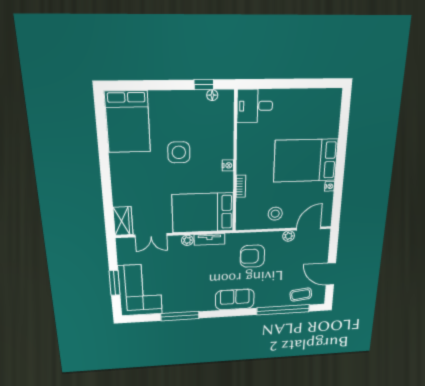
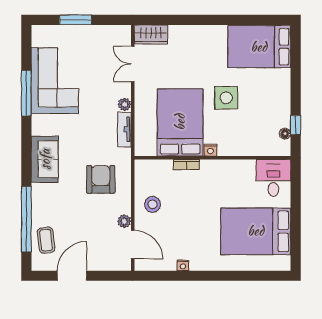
bed: (306, 161) -> (256, 231), moved, turned -90
bed: (203, 213) -> (180, 122), moved
corner sofa: (140, 290) -> (55, 81), moved, turned -90

